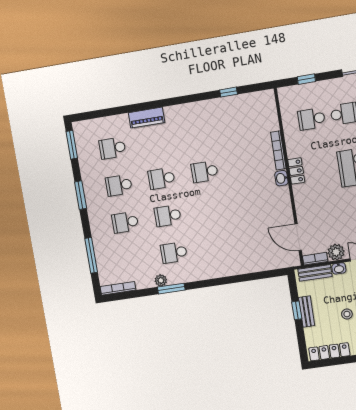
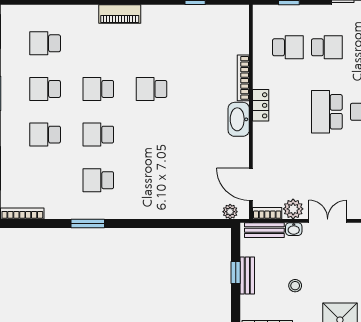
piano: (147, 118) -> (120, 14), moved
school desk: (312, 119) -> (288, 47), turned 180
washbasin: (281, 178) -> (239, 119), width x1.91, depth x1.45
plant: (161, 280) -> (230, 212), moved

